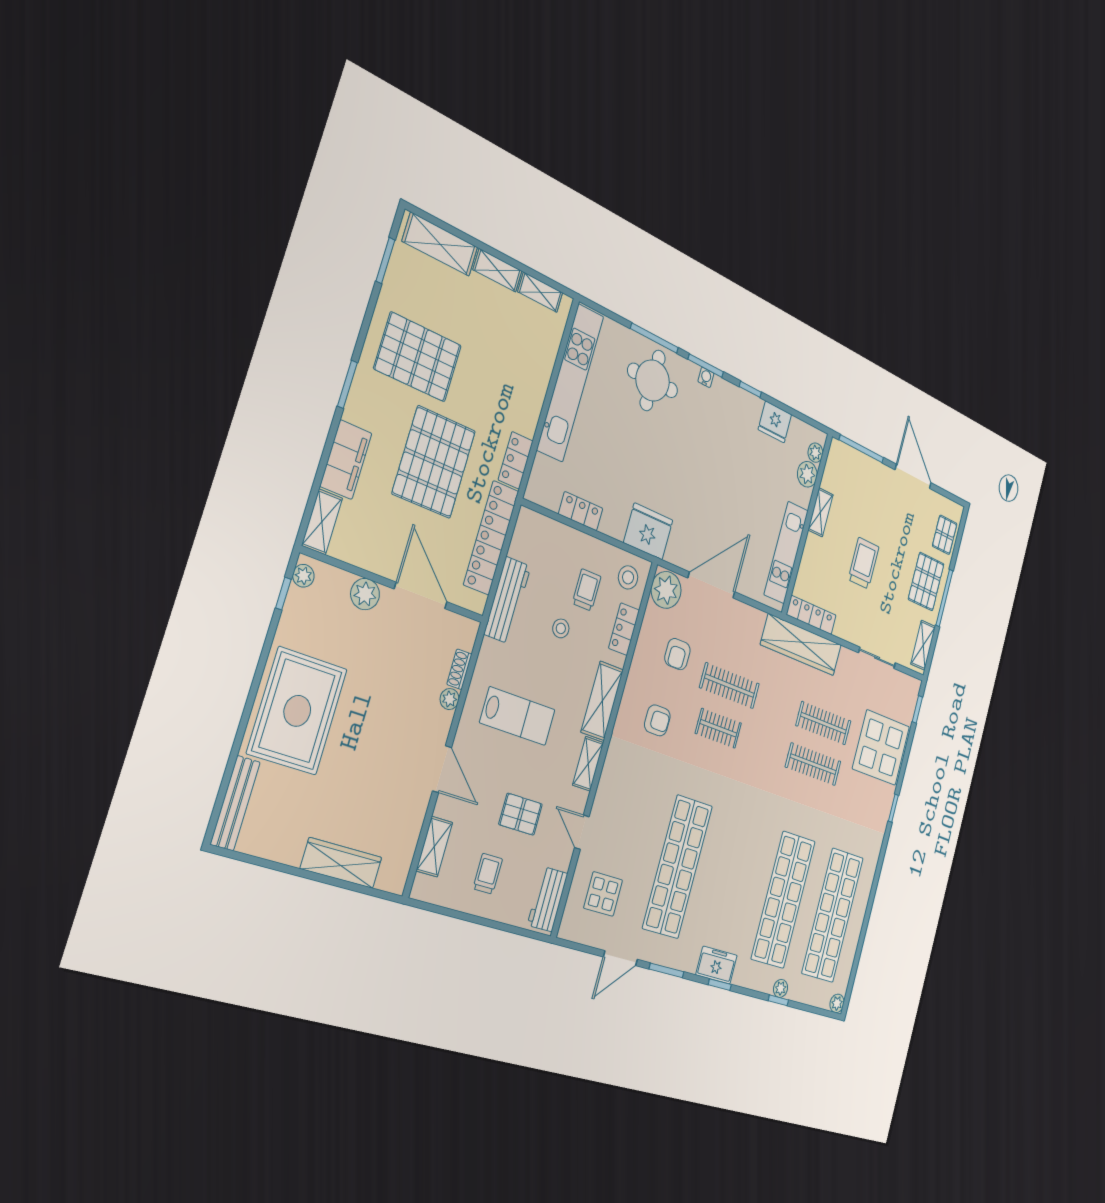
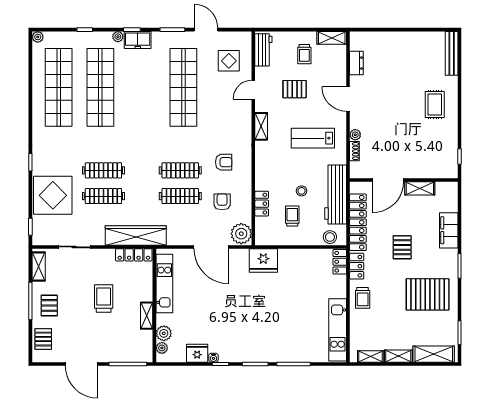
water cooler: (706, 377) -> (213, 358), moved
round table: (653, 380) -> (287, 341), removed
kitchen unit: (570, 383) -> (338, 330), width x0.73
trolley: (523, 400) -> (363, 298), added
pallet: (434, 462) -> (402, 247), width x0.49, depth x0.50
locker: (581, 511) -> (340, 262), moved, turned 90
shelving: (322, 522) -> (420, 188), moved, turned 90
trolley: (864, 563) -> (104, 298), turned 180
plant: (303, 576) -> (452, 168), removed
stool: (628, 577) -> (330, 237), moved
pallet: (926, 582) -> (49, 305), width x0.67, depth x0.71
door: (711, 585) -> (211, 247), hinge flipped
trolley: (587, 590) -> (292, 216), turned 180
plant: (365, 594) -> (418, 171), removed
door: (421, 595) -> (388, 180), hinge flipped
workbench: (507, 600) -> (336, 195), width x1.36, depth x1.32
shelving: (602, 701) -> (263, 162), removed
rug: (297, 711) -> (435, 104), width x0.54, depth x0.49
armchair: (657, 720) -> (224, 162), turned 180
clothes rail: (718, 728) -> (180, 170), width x1.36
door: (582, 832) -> (253, 90), swing flipped
dresser: (409, 833) -> (356, 63), added
shelving: (434, 847) -> (332, 38), moved, turned 90
wardrobe: (341, 863) -> (388, 39), removed
door: (620, 958) -> (206, 30), hinge flipped
plant: (781, 988) -> (118, 37), moved

